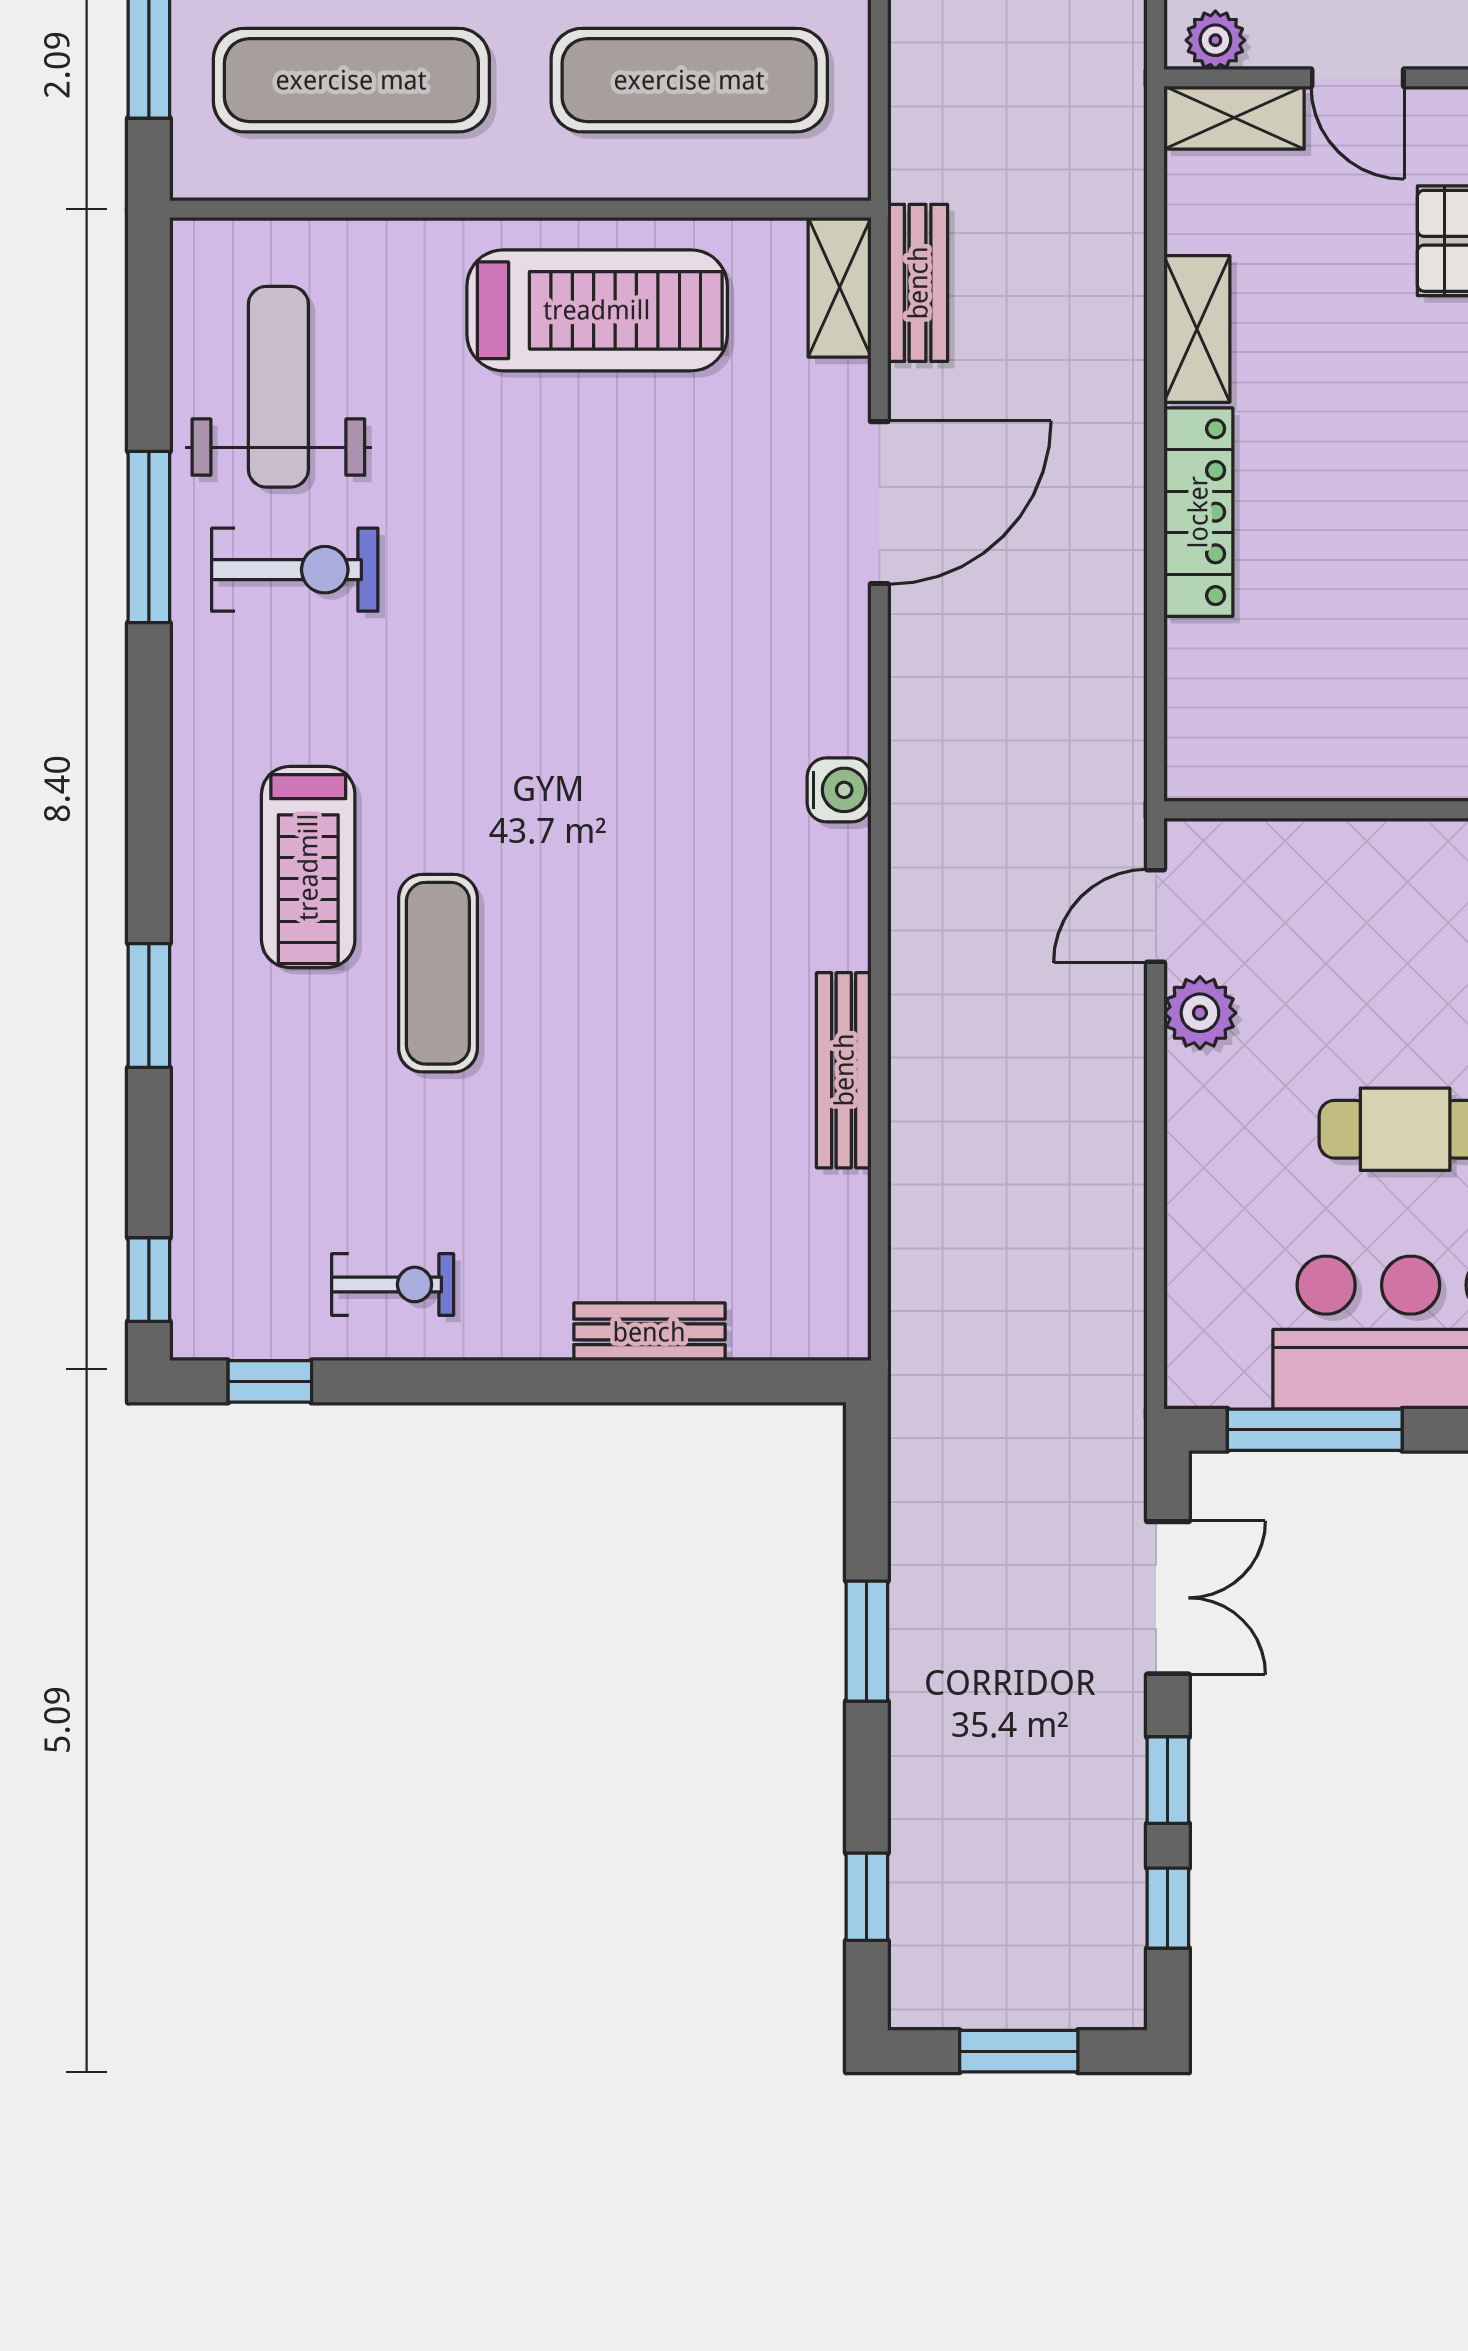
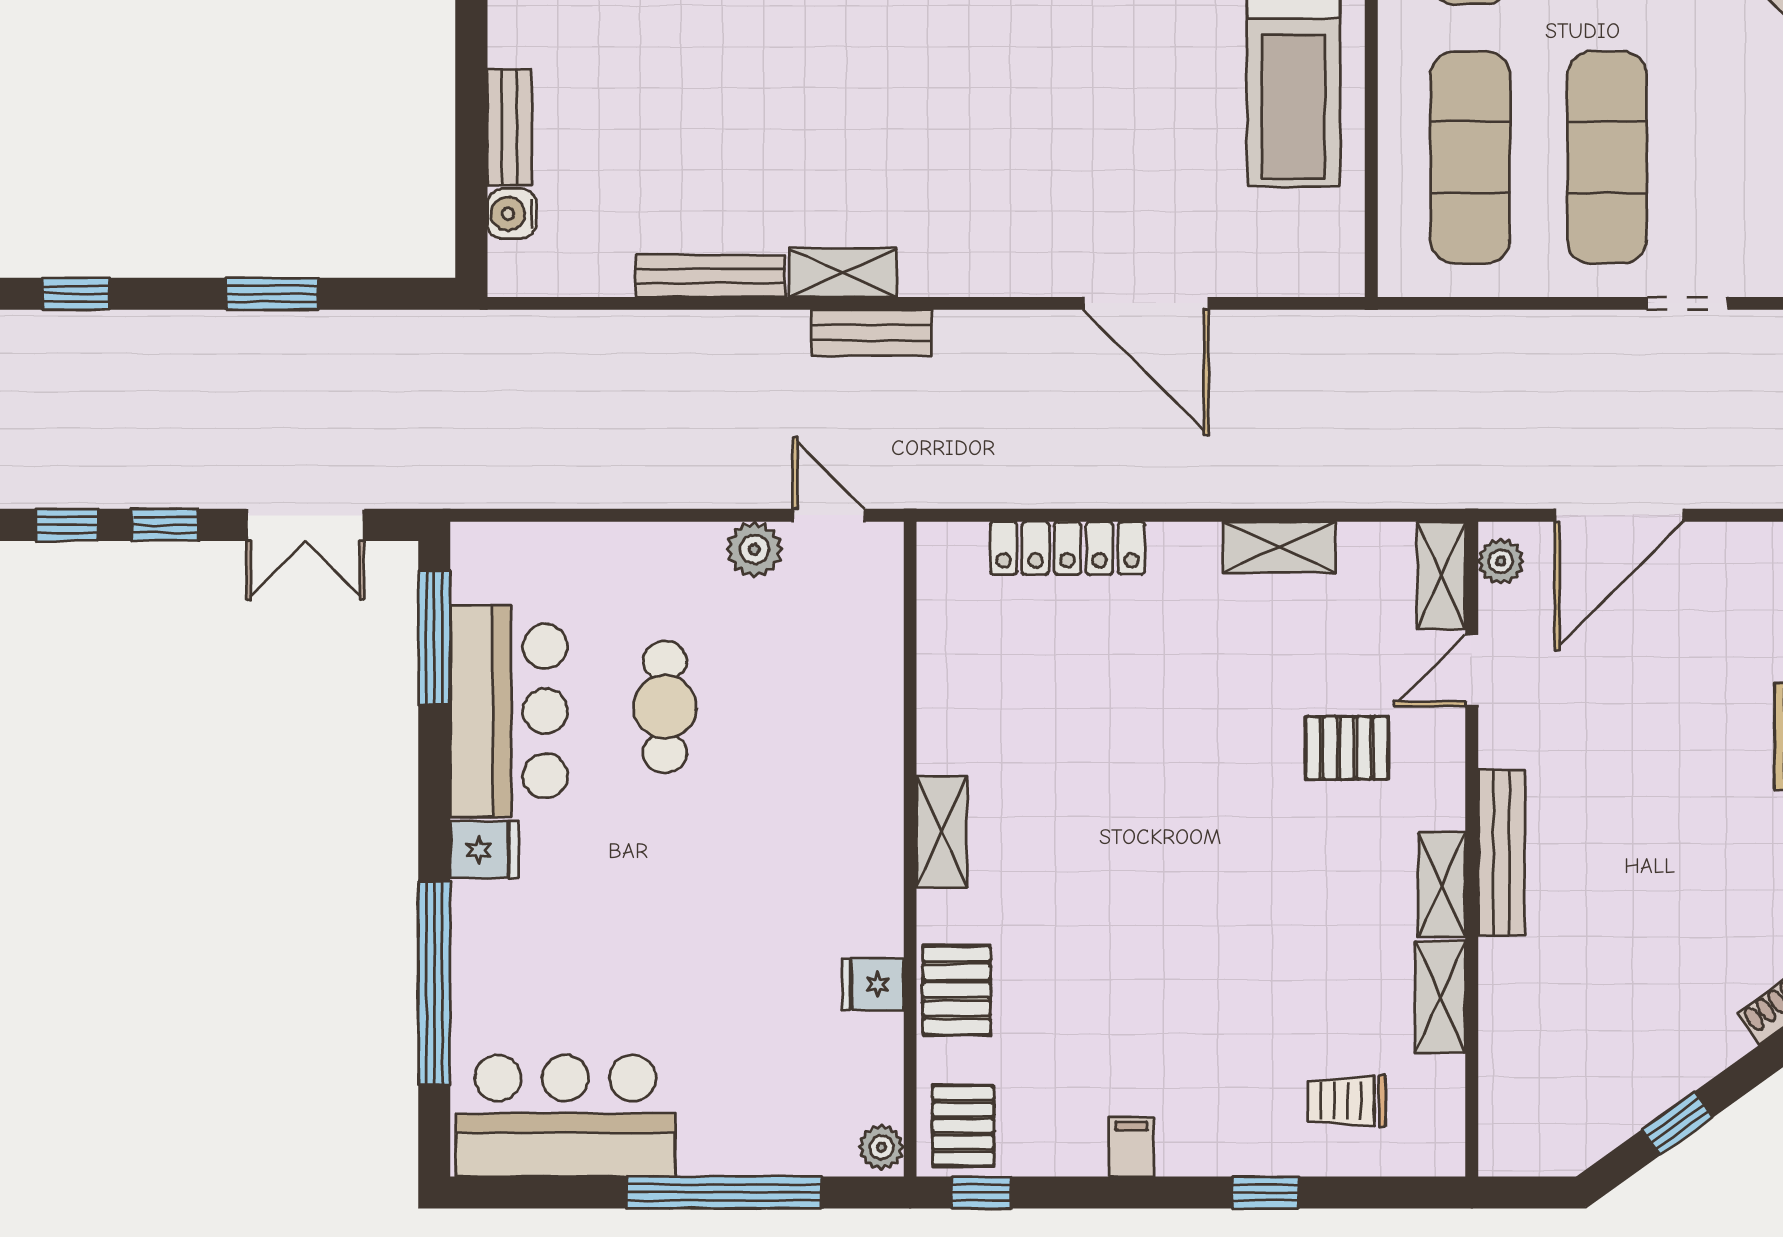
bench: (918, 283) -> (872, 333), moved
shelving: (840, 287) -> (843, 273), moved
locker: (1198, 512) -> (1068, 548), moved
water cooler: (839, 790) -> (512, 214), moved, turned 90

